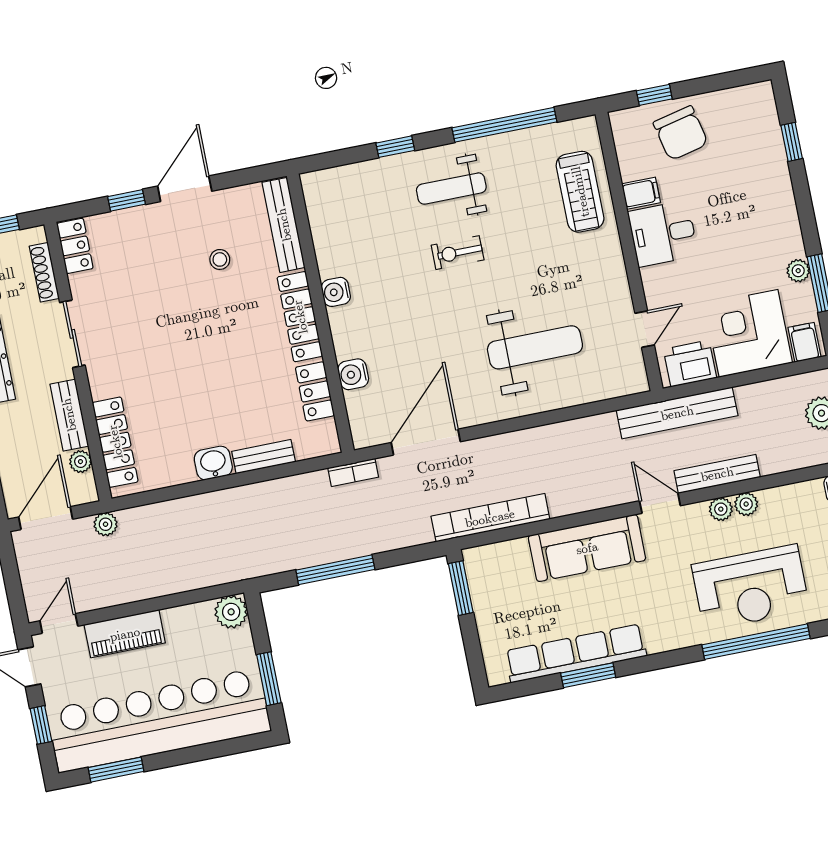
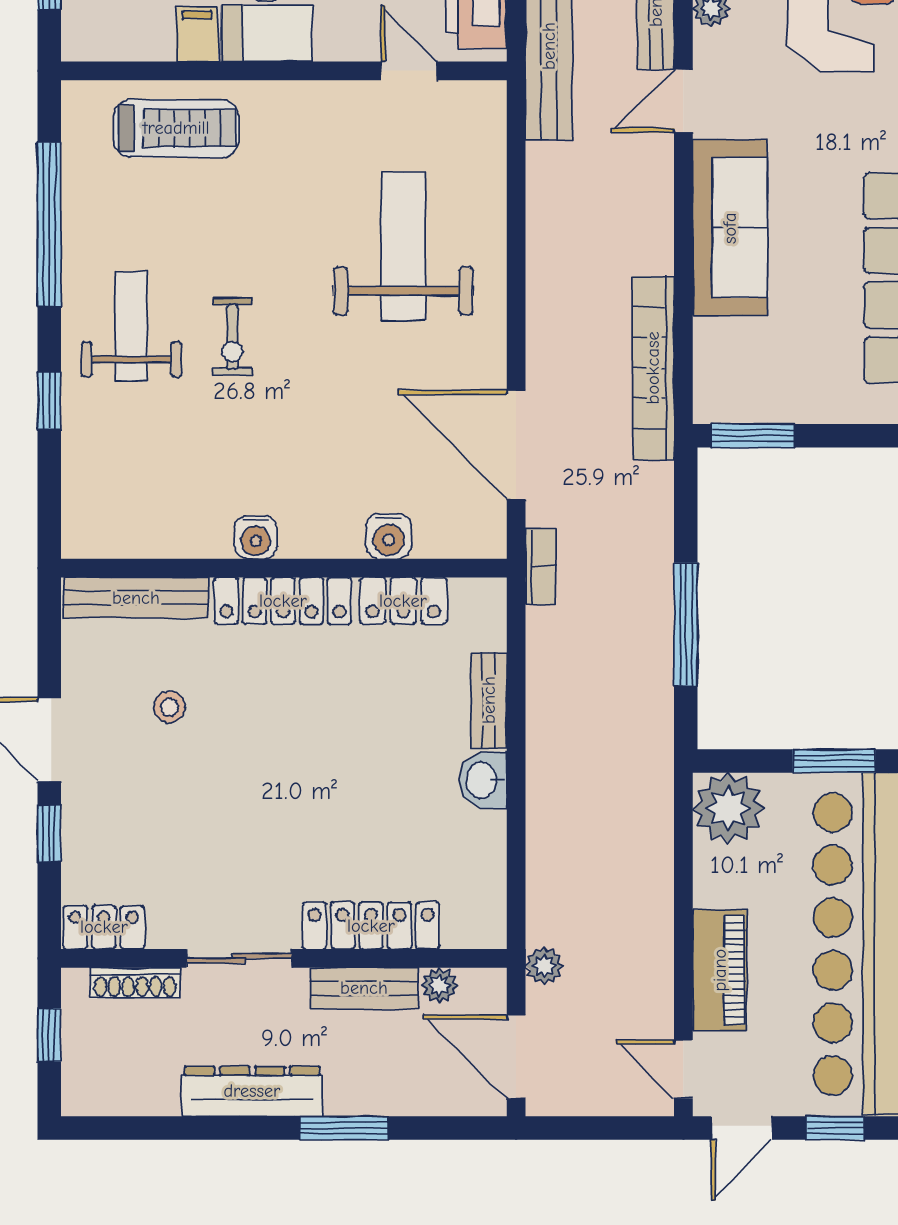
weight bench: (451, 189) -> (131, 327), turned 180
locker: (115, 442) -> (371, 926), moved
plant: (231, 612) -> (728, 808), width x1.36, depth x1.36

